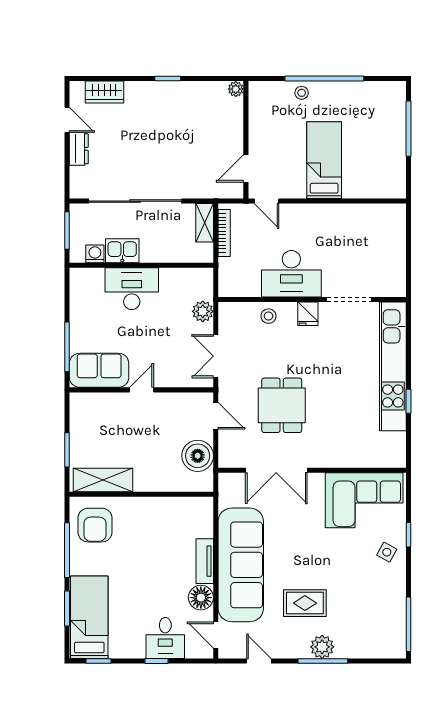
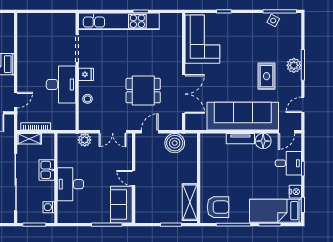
kitchen sink: (122, 251) -> (47, 170), moved
side table: (387, 552) -> (273, 20), moved
nightstand: (120, 649) -> (295, 192), added

